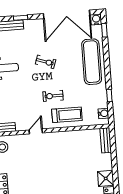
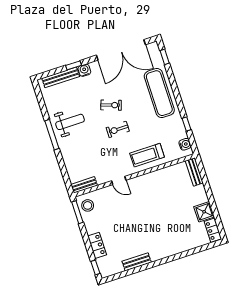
water cooler: (96, 20) -> (84, 70), moved
exercise bike: (53, 96) -> (118, 129), moved
treadmill: (67, 115) -> (147, 155), turned 180
door: (36, 131) -> (119, 180), swing flipped

